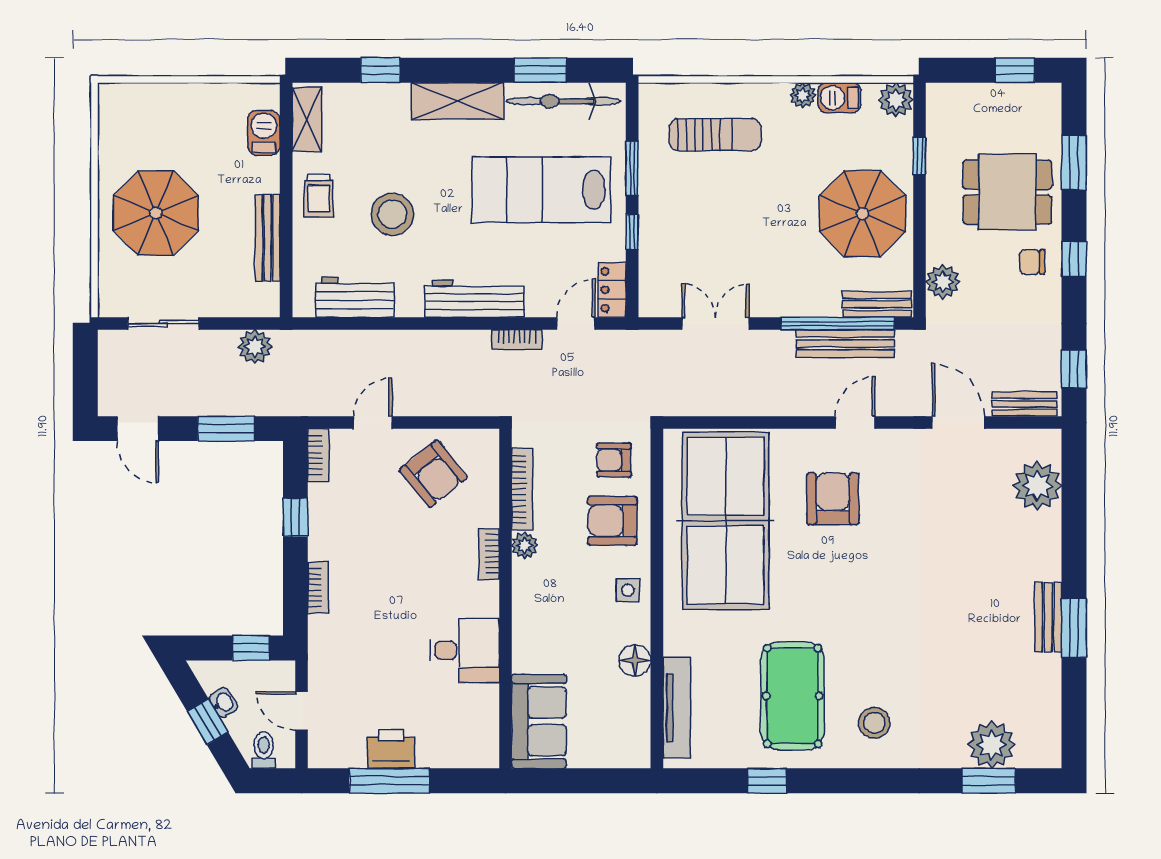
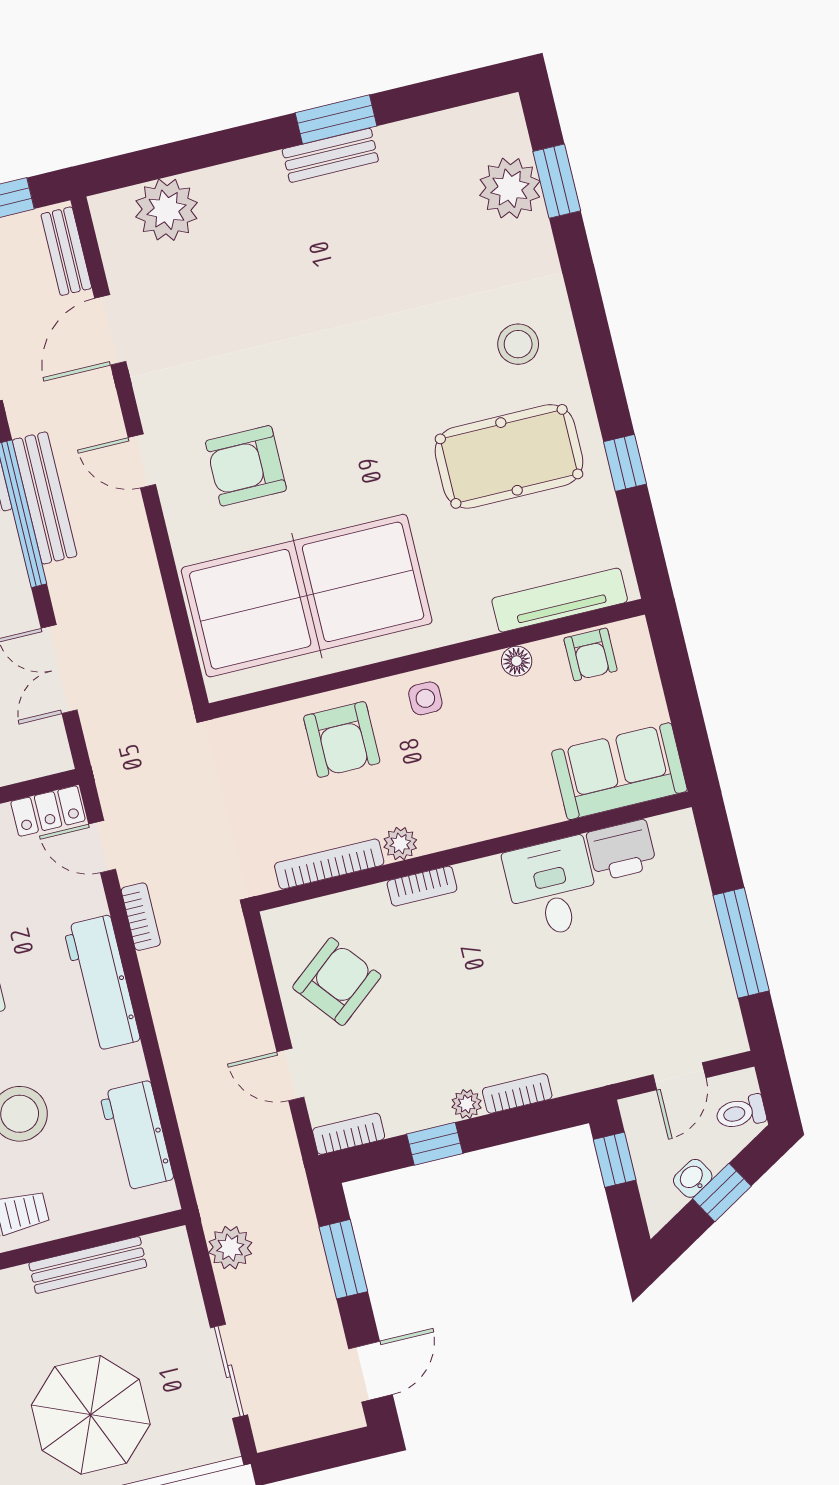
armchair: (614, 460) -> (591, 654), moved
plant: (319, 548) -> (467, 1104), added
floor lamp: (635, 660) -> (517, 661), width x0.73, depth x0.73
printer: (391, 749) -> (621, 850), moved, turned -90

